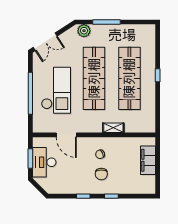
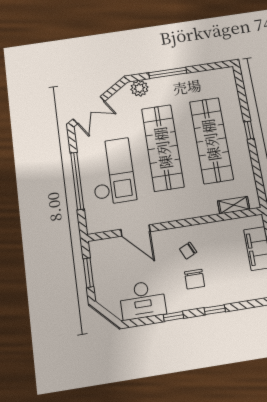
shelving: (113, 128) -> (234, 205), moved
desk: (44, 162) -> (143, 300), moved, turned -90

